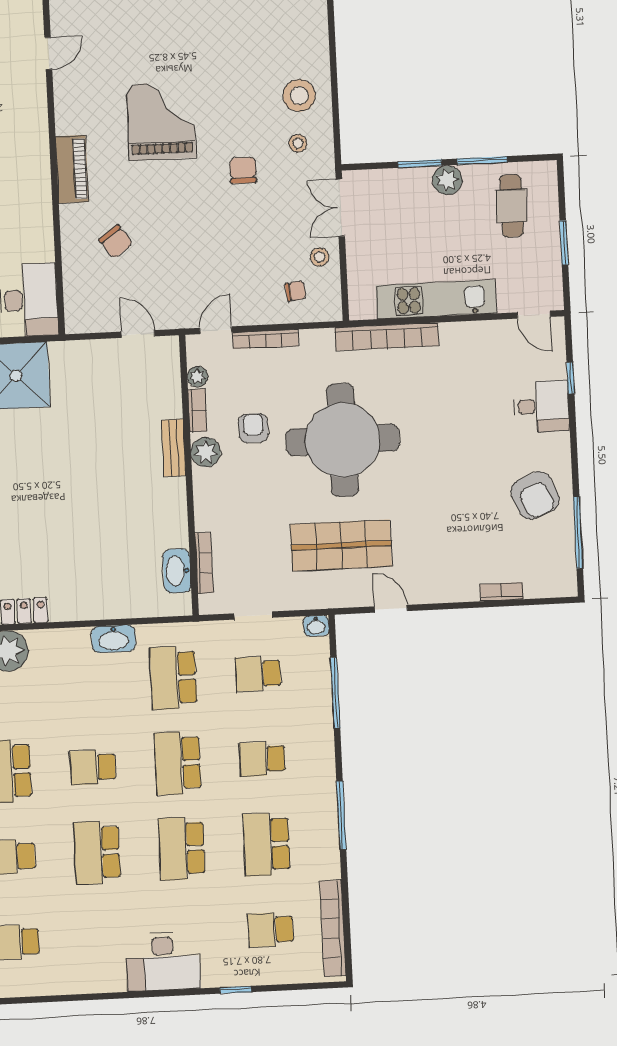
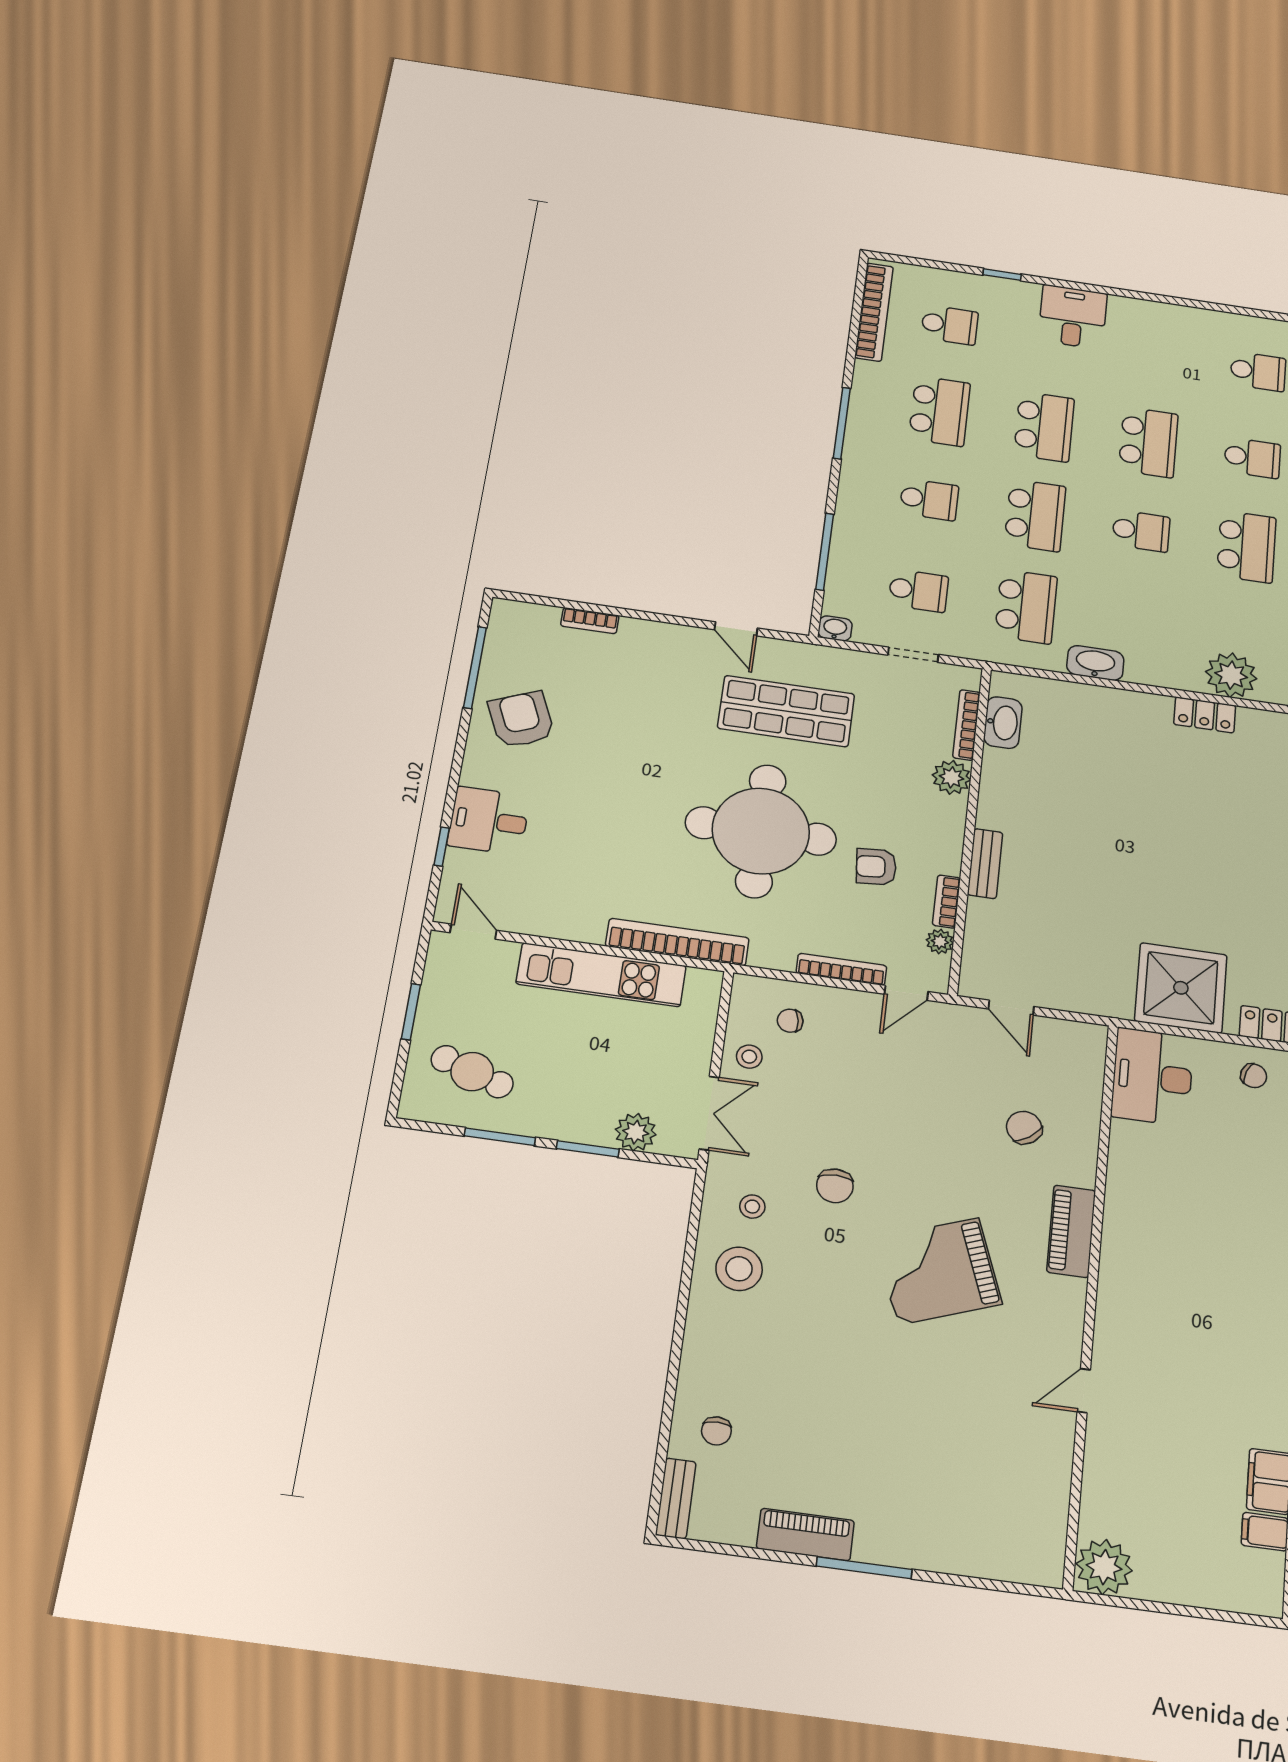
grand piano: (161, 121) -> (938, 1271), turned 70
plant: (447, 180) -> (636, 1132), moved
cafe table: (512, 206) -> (472, 1072), turned -71
armchair: (253, 428) -> (876, 867), turned 85
plant: (206, 452) -> (952, 777), moved
desk: (163, 961) -> (1073, 317), width x0.73

